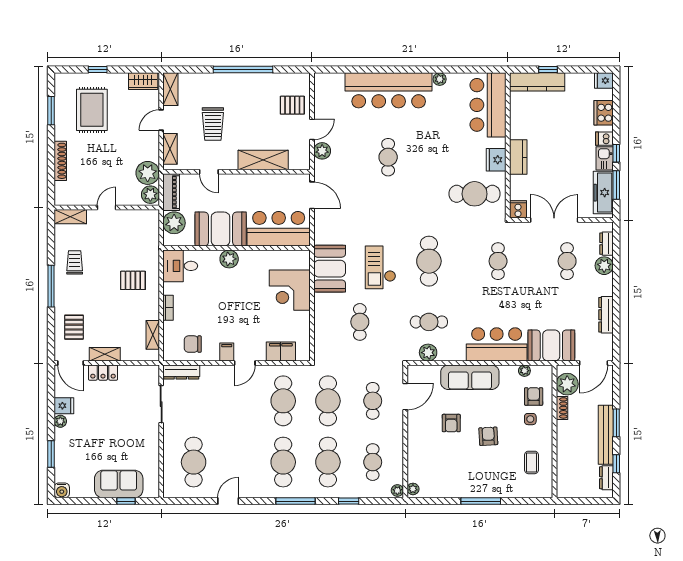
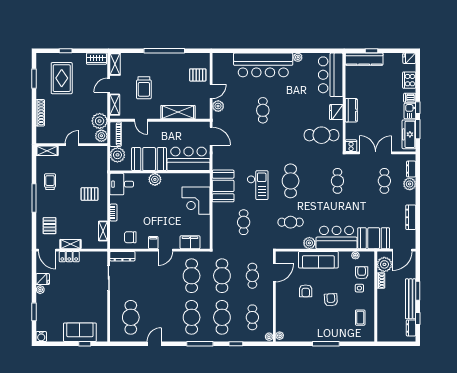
checkout: (380, 267) -> (258, 185), turned 180
plant: (428, 353) -> (309, 243), moved

